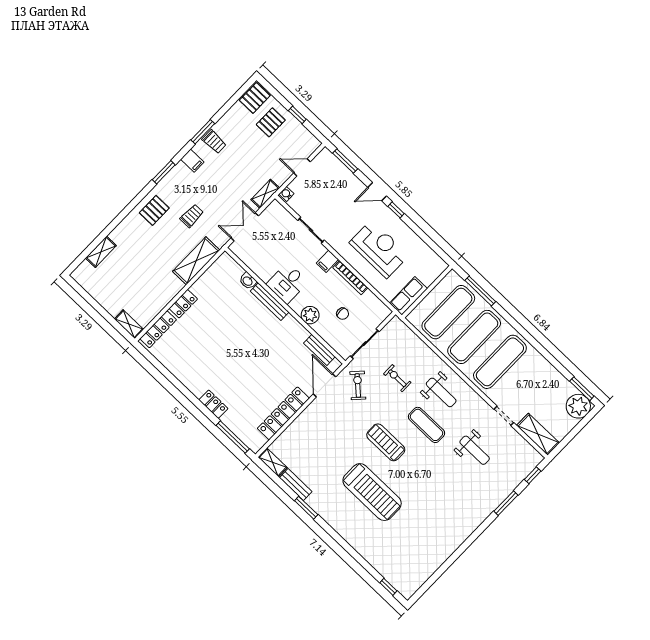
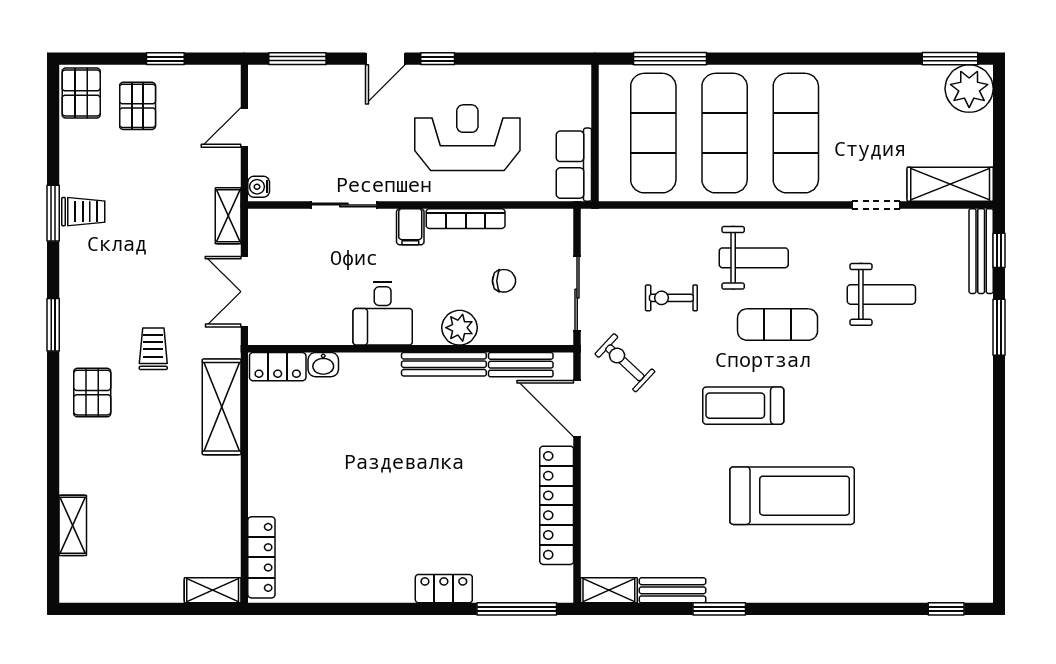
filing cabinet: (192, 161) -> (78, 269), removed
bench: (270, 302) -> (444, 364), moved
locker: (183, 304) -> (278, 367), moved, turned 90
bench: (526, 469) -> (981, 251), added

